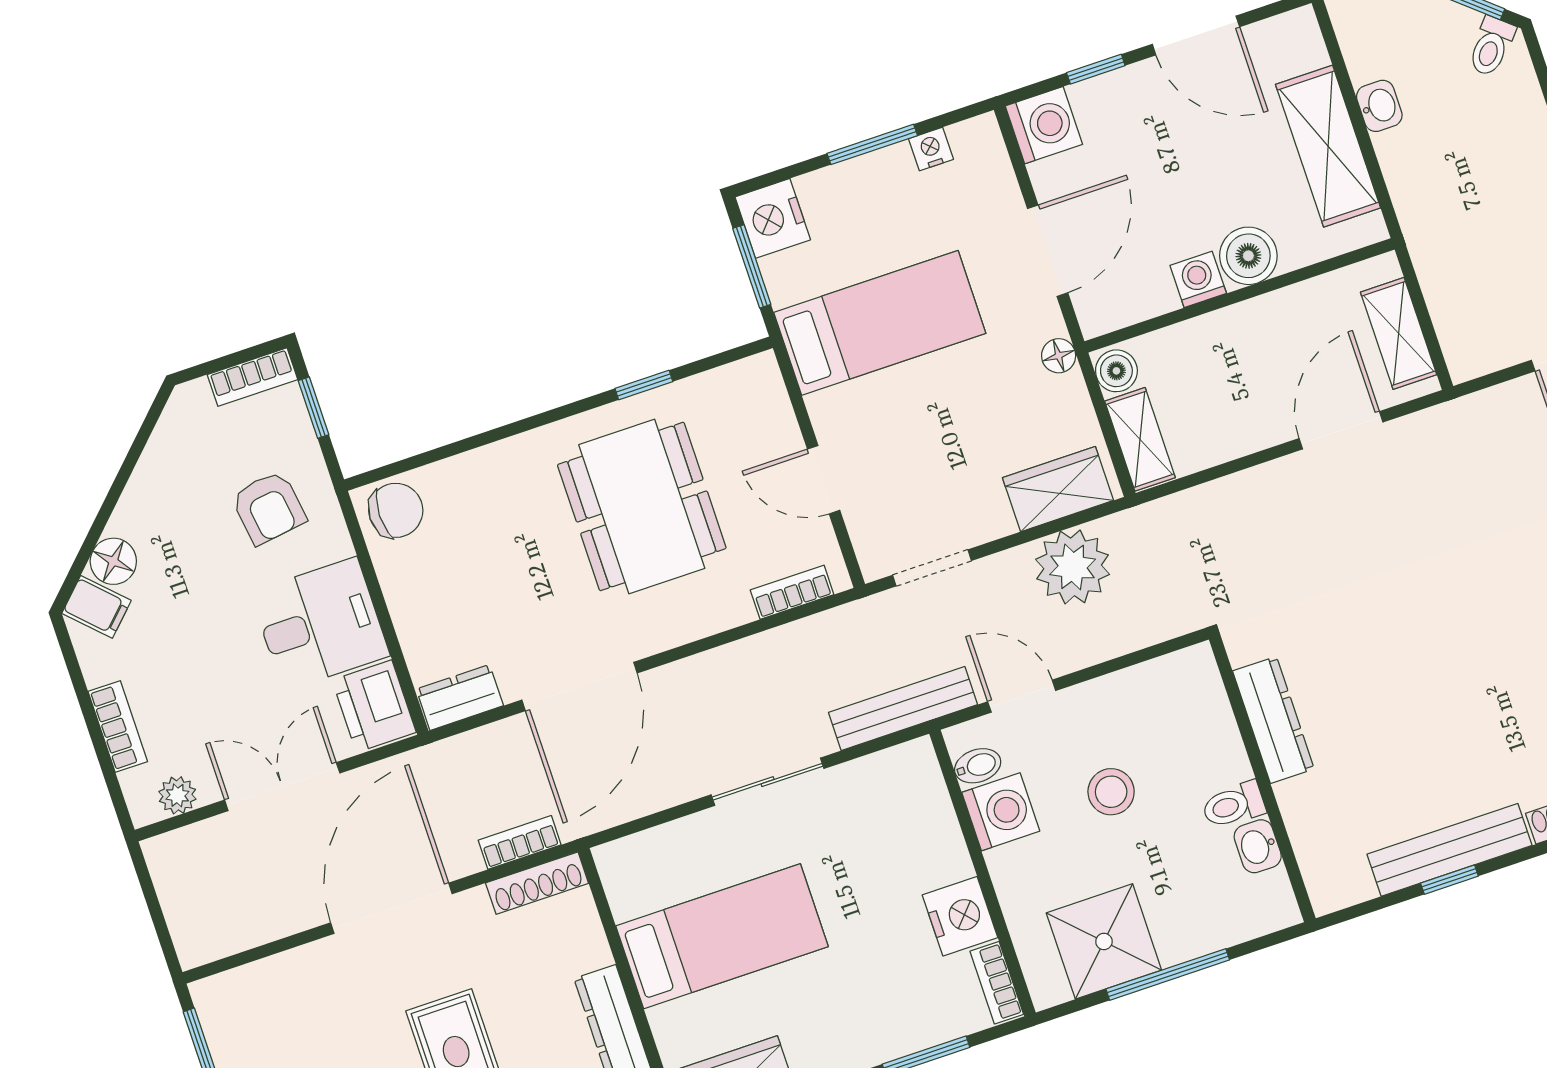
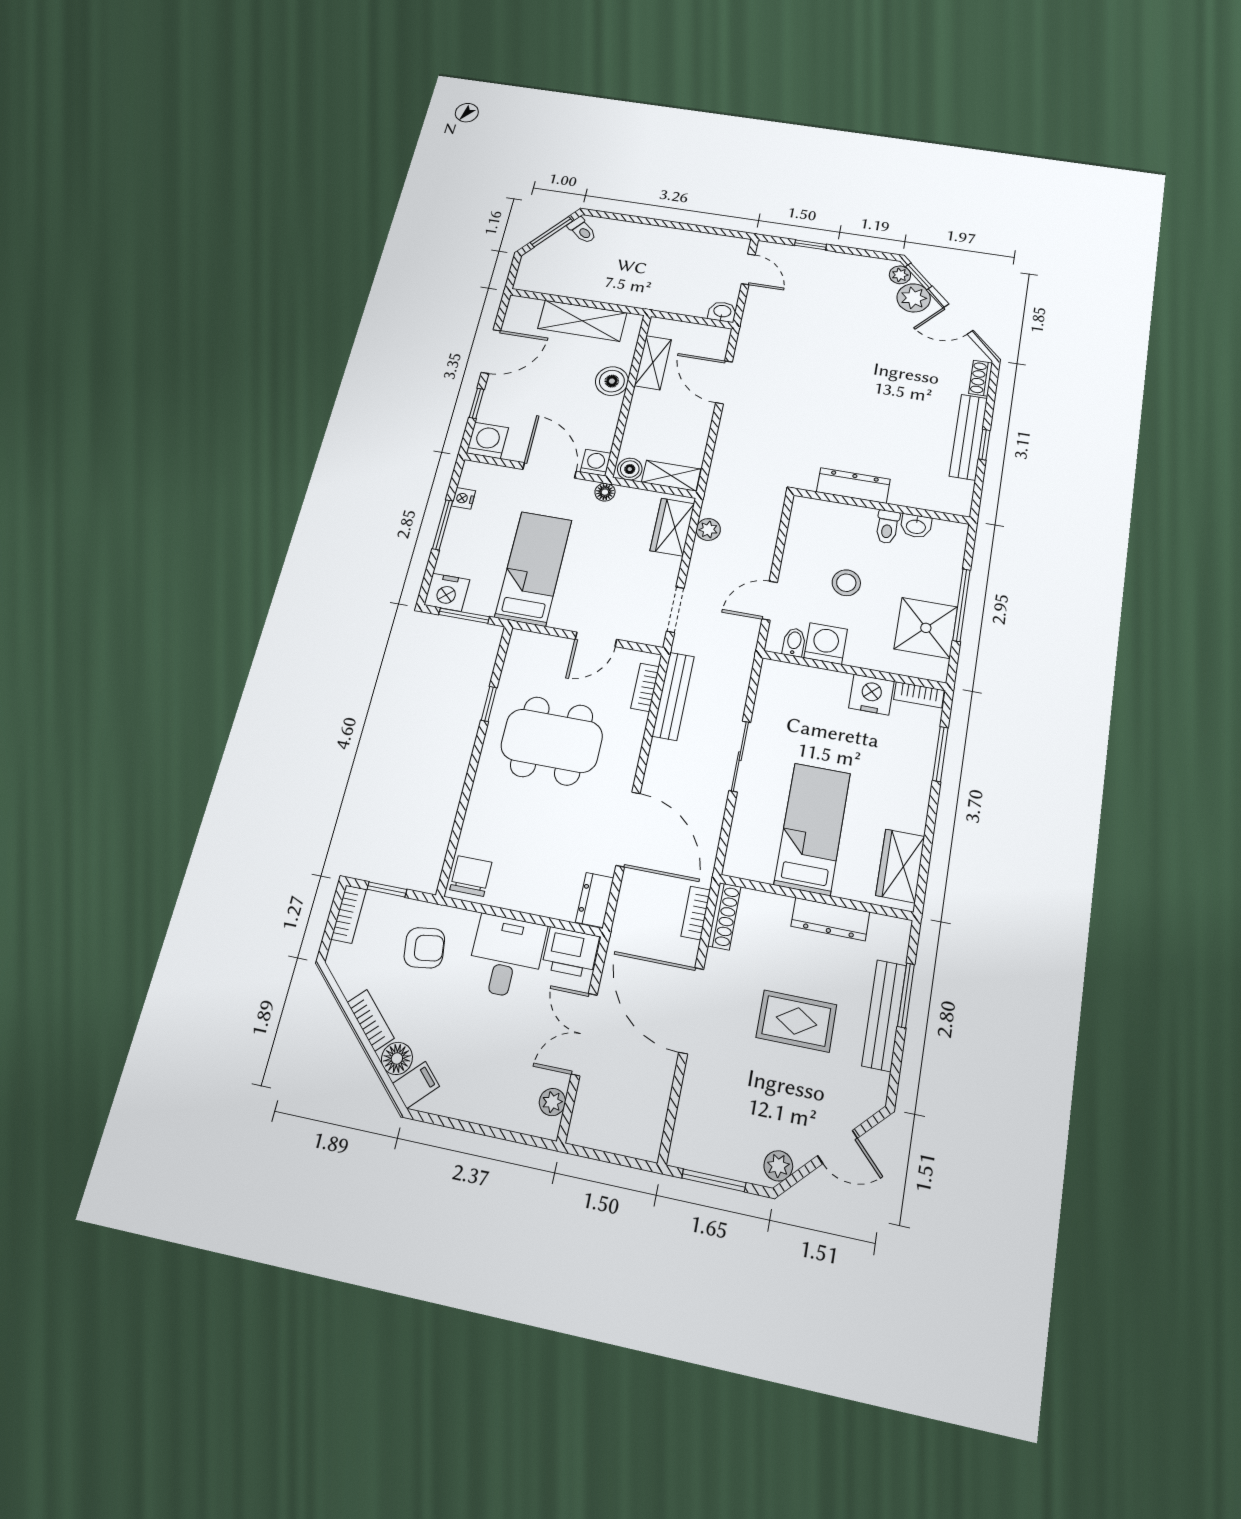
washbasin: (1379, 106) -> (722, 312), moved
washing machine: (1198, 279) -> (596, 463), moved, turned 90
shelving: (1399, 333) -> (653, 363), moved, turned 90
plant: (1073, 567) -> (708, 530), width x0.53, depth x0.53
bench: (903, 708) -> (673, 696), moved
bookcase: (118, 727) -> (371, 1020), moved, turned 45

